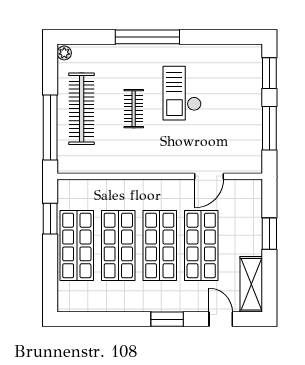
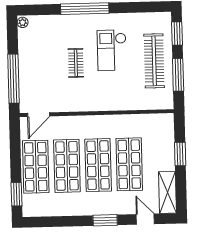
clothes rail: (82, 109) -> (154, 61), moved
door: (209, 176) -> (39, 115), moved
window: (50, 219) -> (17, 194), moved

